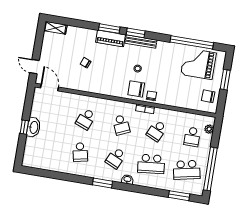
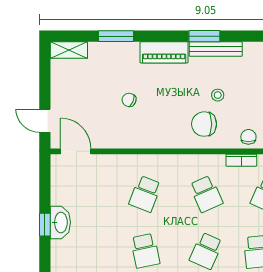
window: (109, 29) -> (116, 36), moved
chair: (136, 89) -> (204, 124), moved

